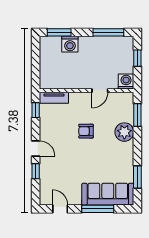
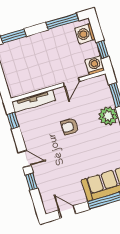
washing machine: (70, 44) -> (85, 34), moved, turned 90
window: (137, 58) -> (102, 50), moved
tv unit: (54, 98) -> (34, 101), width x1.41

